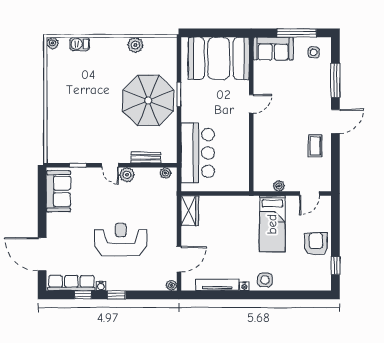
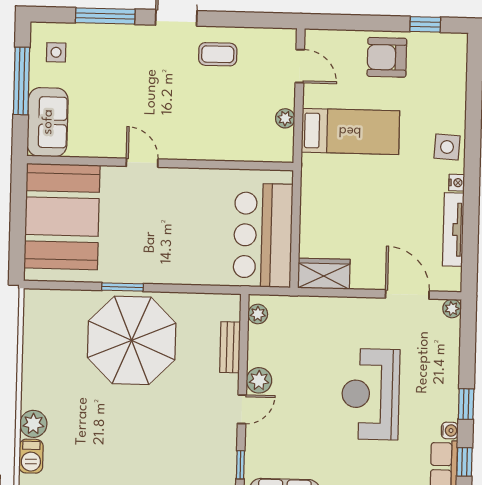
plant: (135, 45) -> (33, 424), moved
bar counter: (198, 153) -> (263, 235), moved, turned -90

